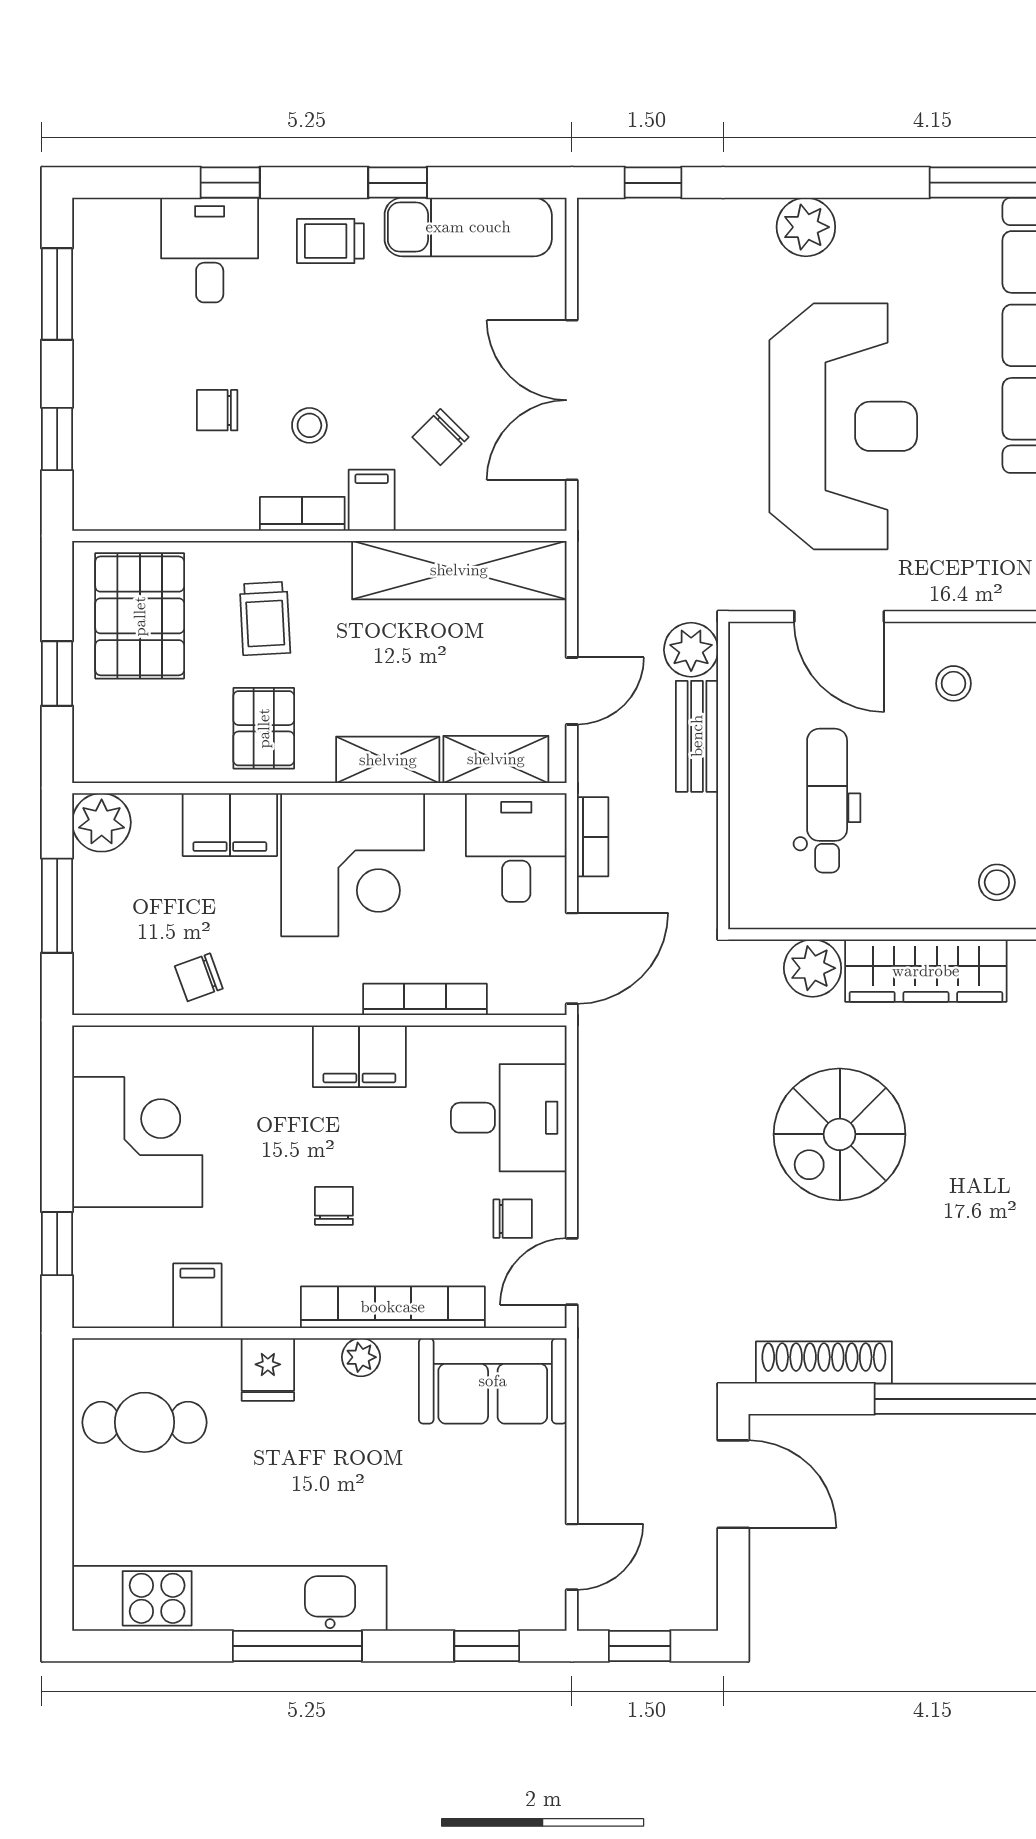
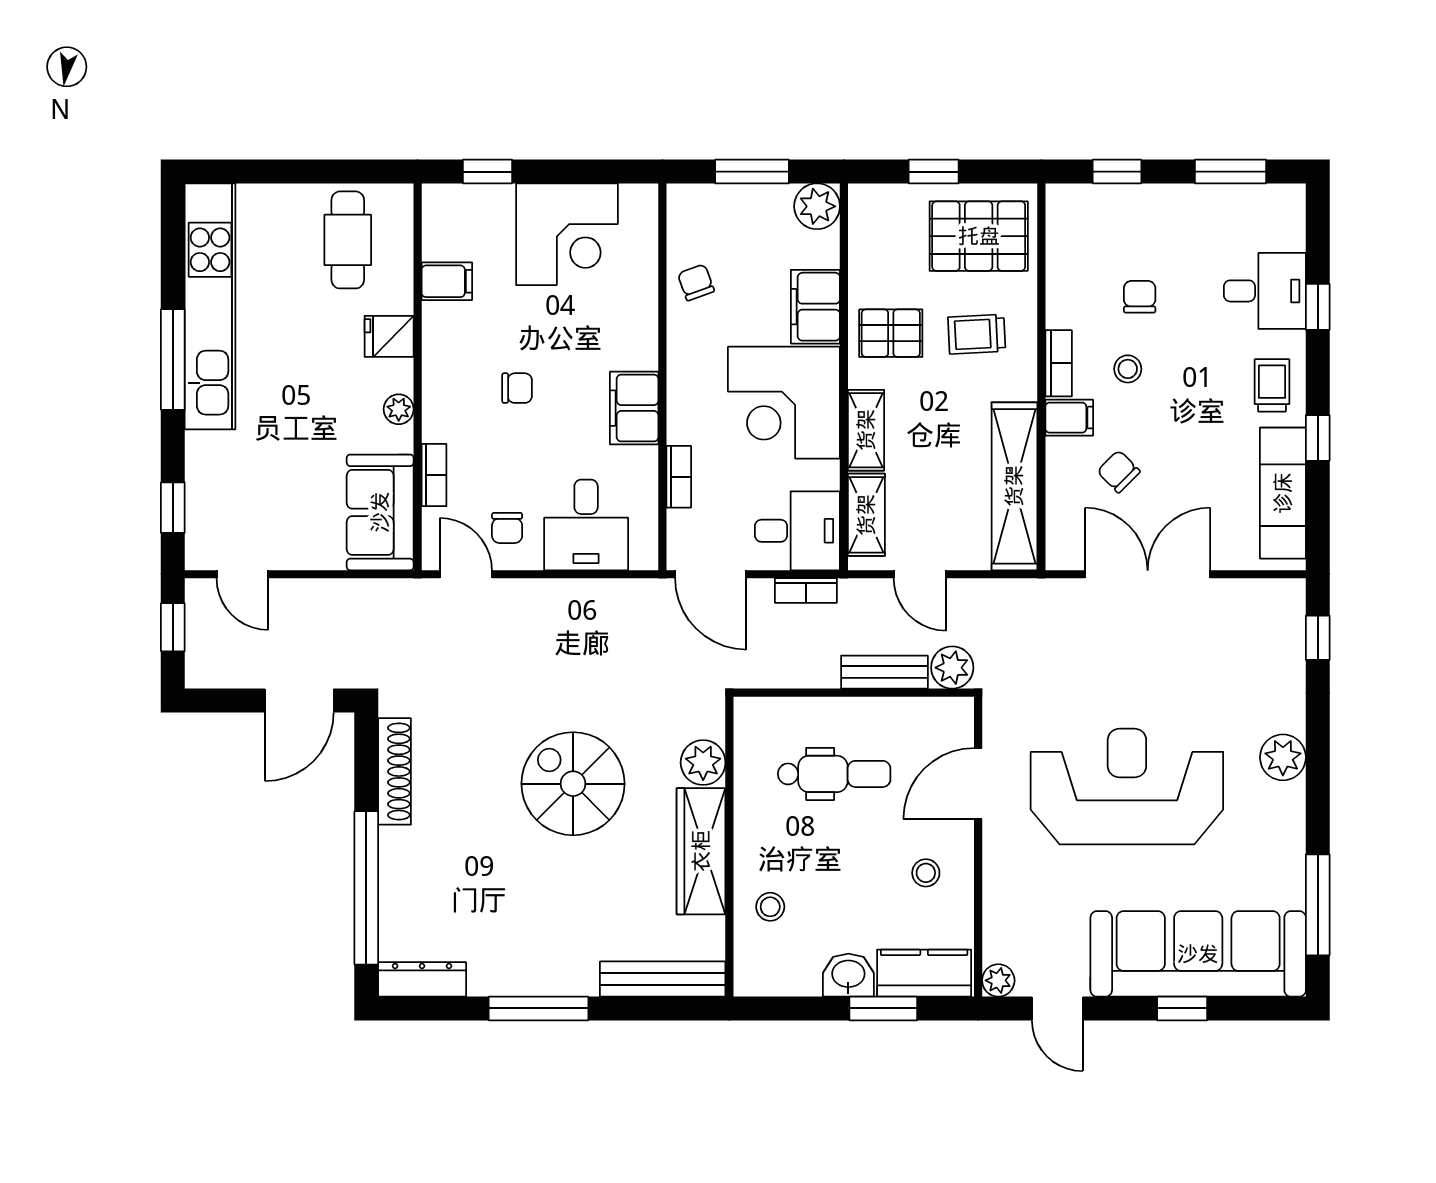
reception desk: (843, 426) -> (1127, 787), turned 180
bookcase: (425, 999) -> (679, 477), width x0.64
bookcase: (393, 1307) -> (434, 475), width x0.43, depth x0.76

